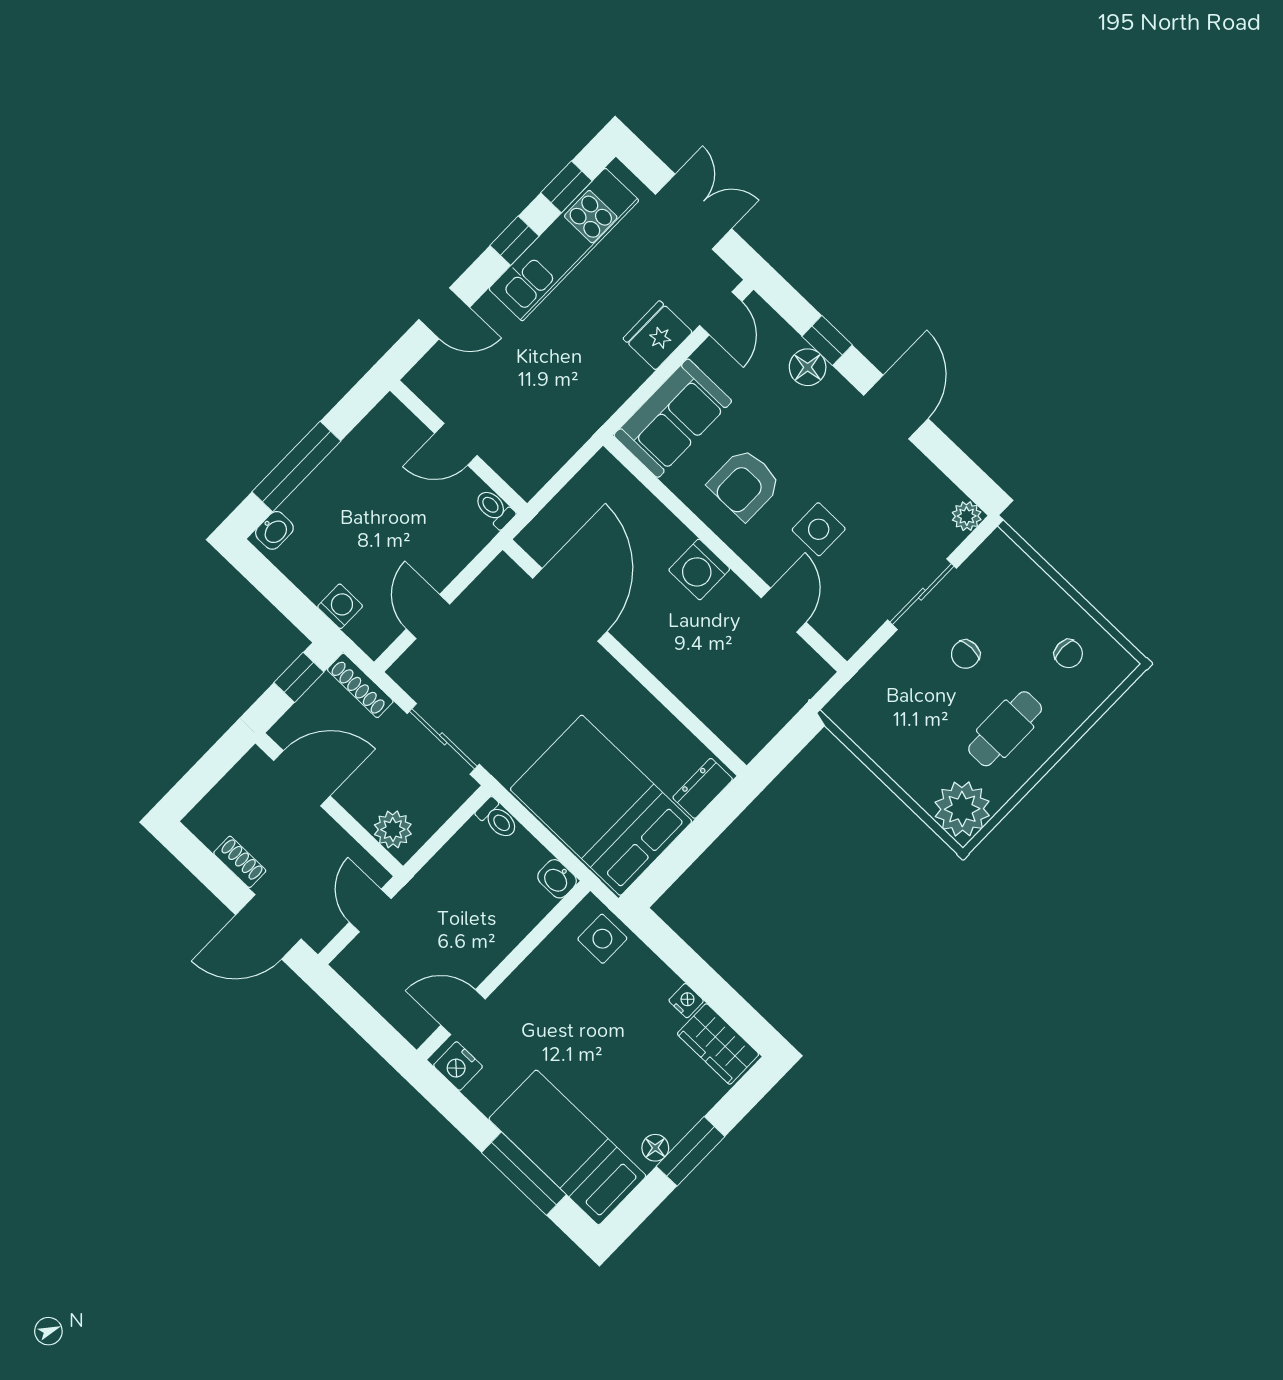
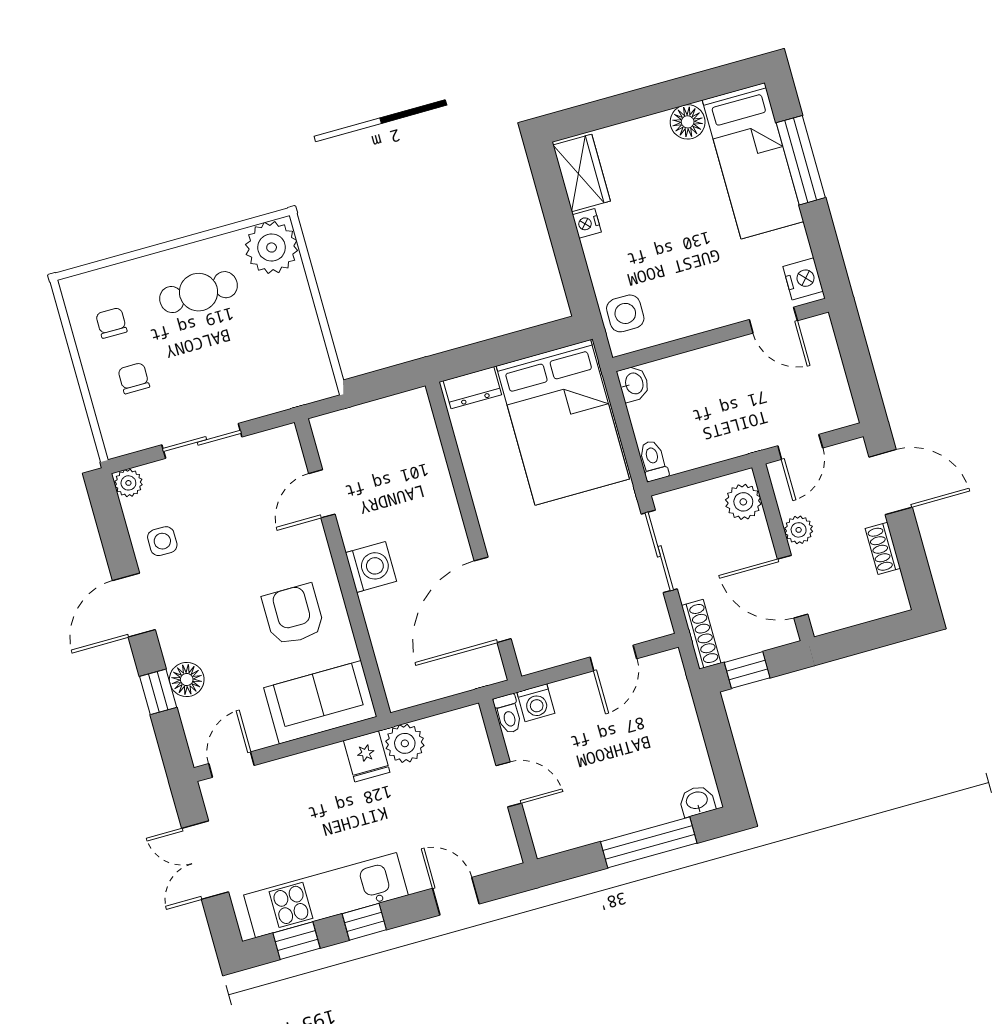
fridge: (658, 335) -> (367, 756), moved, width x0.72
plant: (573, 426) -> (405, 743), added
armchair: (745, 484) -> (293, 615), turned -90
side table: (819, 529) -> (162, 541), moved, width x0.73, depth x0.73
washing machine: (340, 606) -> (536, 703), moved, turned -90
chair: (966, 654) -> (134, 378), moved, turned -90
plant: (327, 834) -> (799, 530), added
floor lamp: (655, 1148) -> (688, 122), width x1.37, depth x1.37
window: (691, 1151) -> (655, 99), removed

